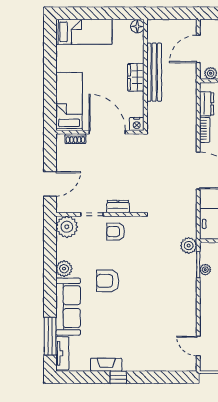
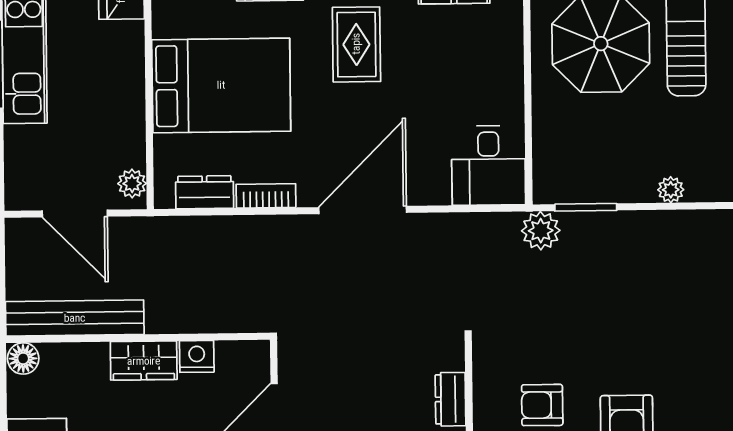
bench: (154, 72) -> (75, 318), moved
nightstand: (137, 124) -> (197, 356), moved, turned -90
armchair: (116, 232) -> (542, 405), moved, turned 90
plant: (205, 270) -> (671, 190), moved

